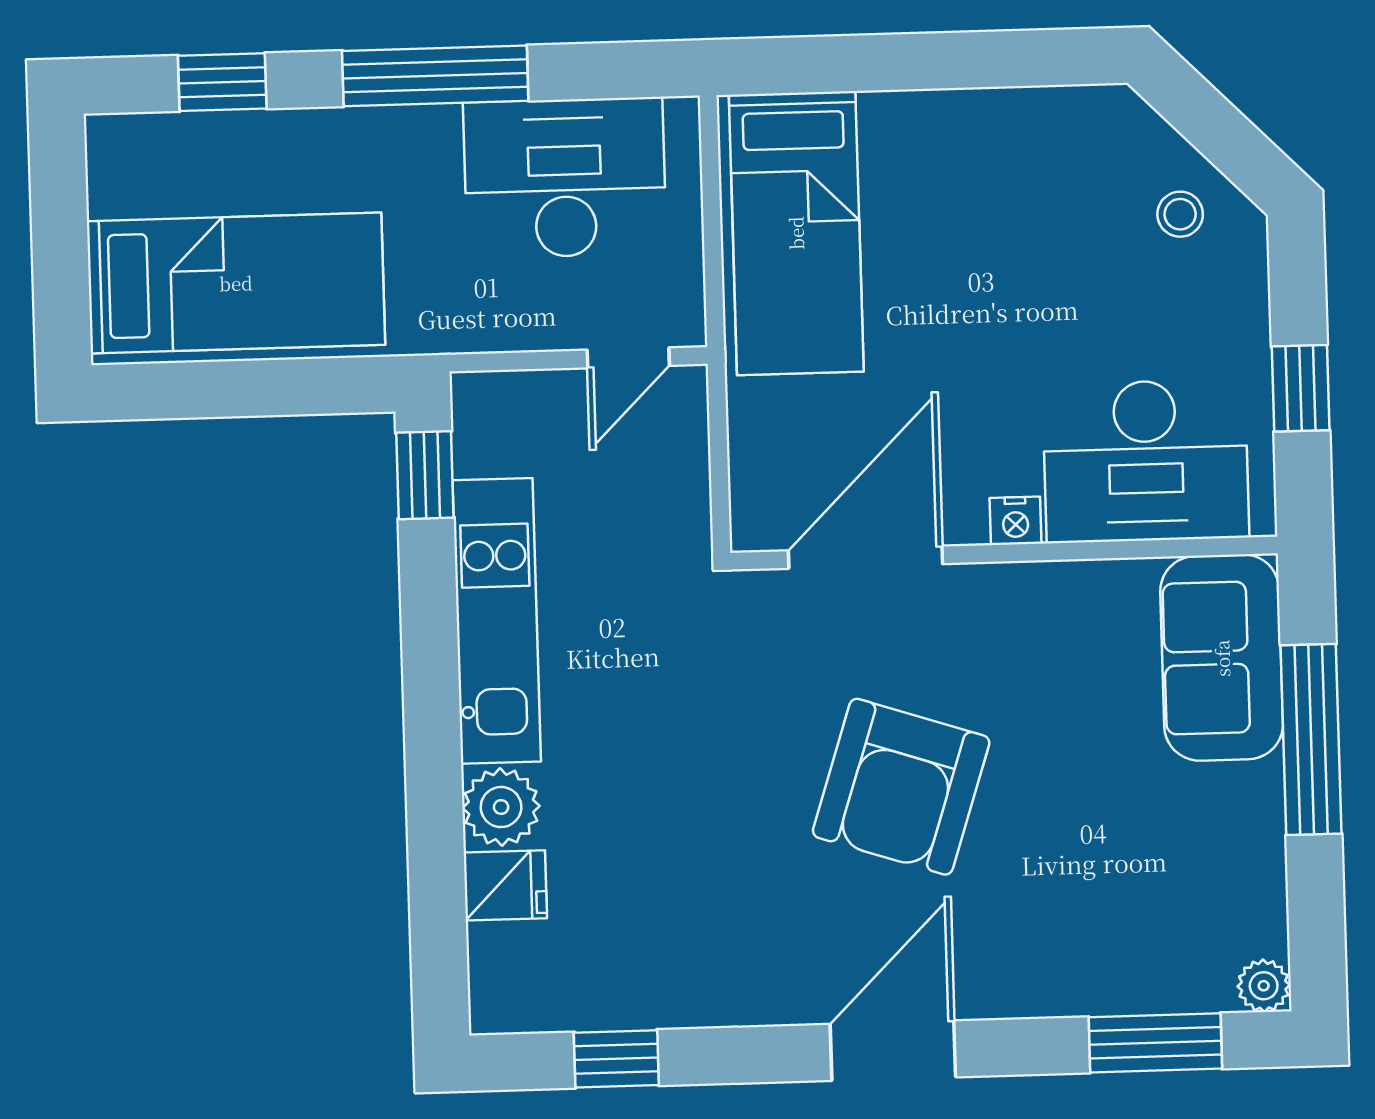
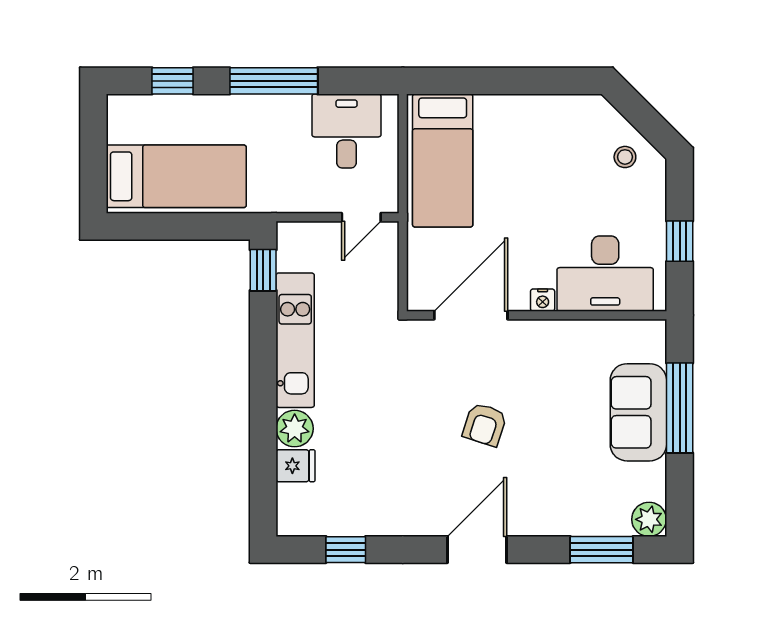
desk: (565, 178) -> (347, 131), width x0.73
sofa: (1222, 658) -> (638, 412), moved
armchair: (901, 787) -> (485, 425), width x0.53, depth x0.53
plant: (1264, 986) -> (649, 519), width x1.38, depth x1.38

